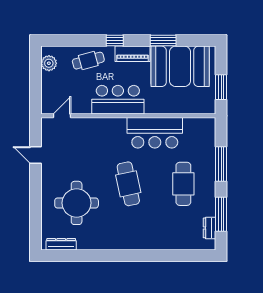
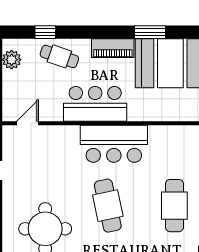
window: (115, 41) -> (45, 32), moved
cafe table: (88, 61) -> (59, 56), turned 34
bar counter: (155, 133) -> (114, 144), moved

